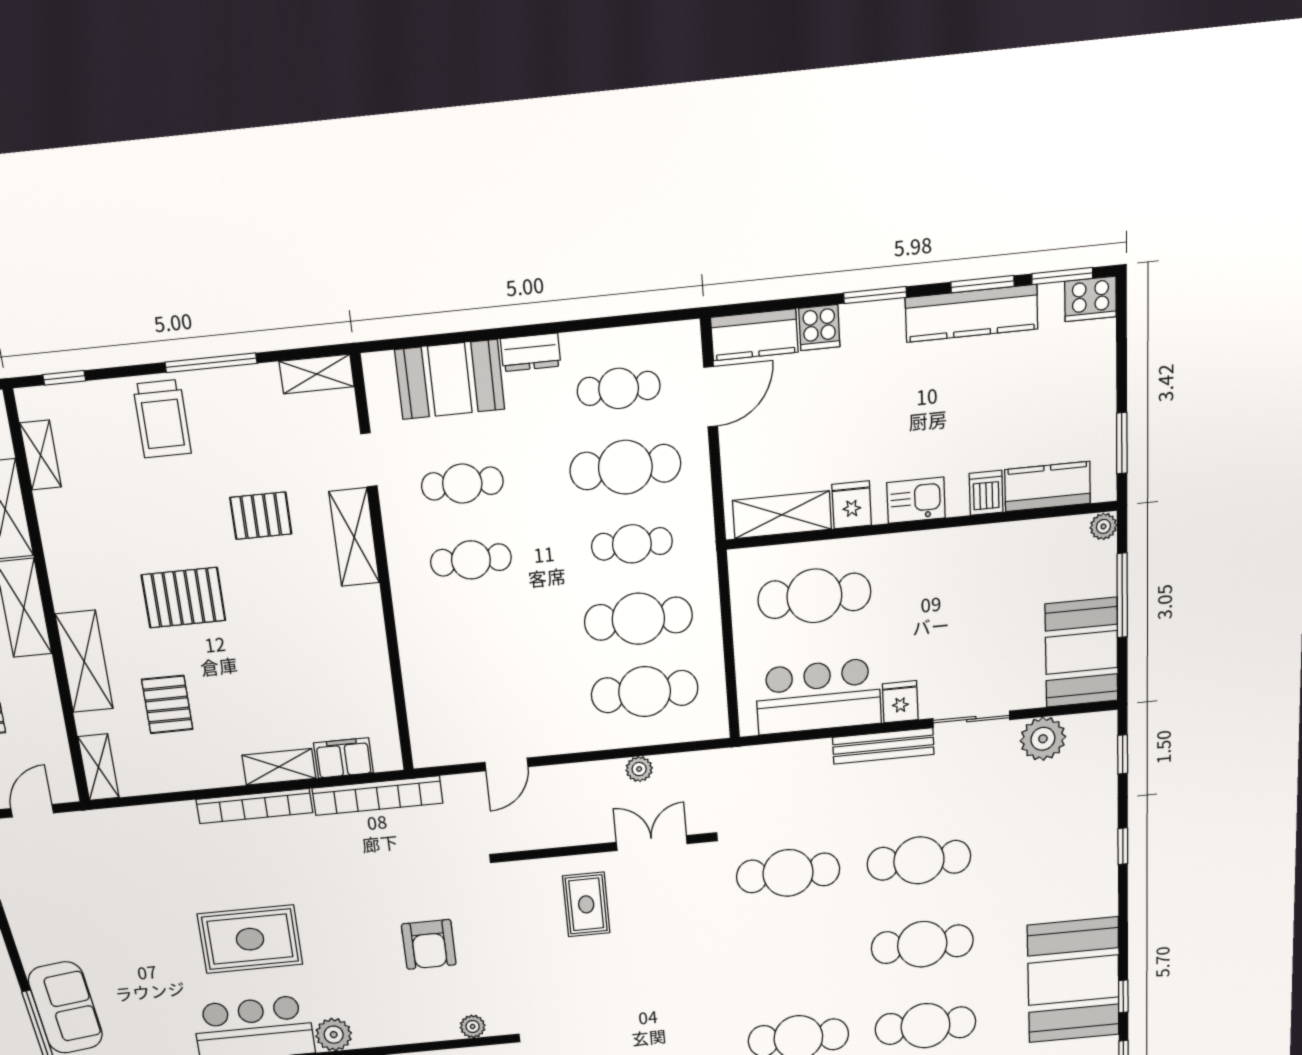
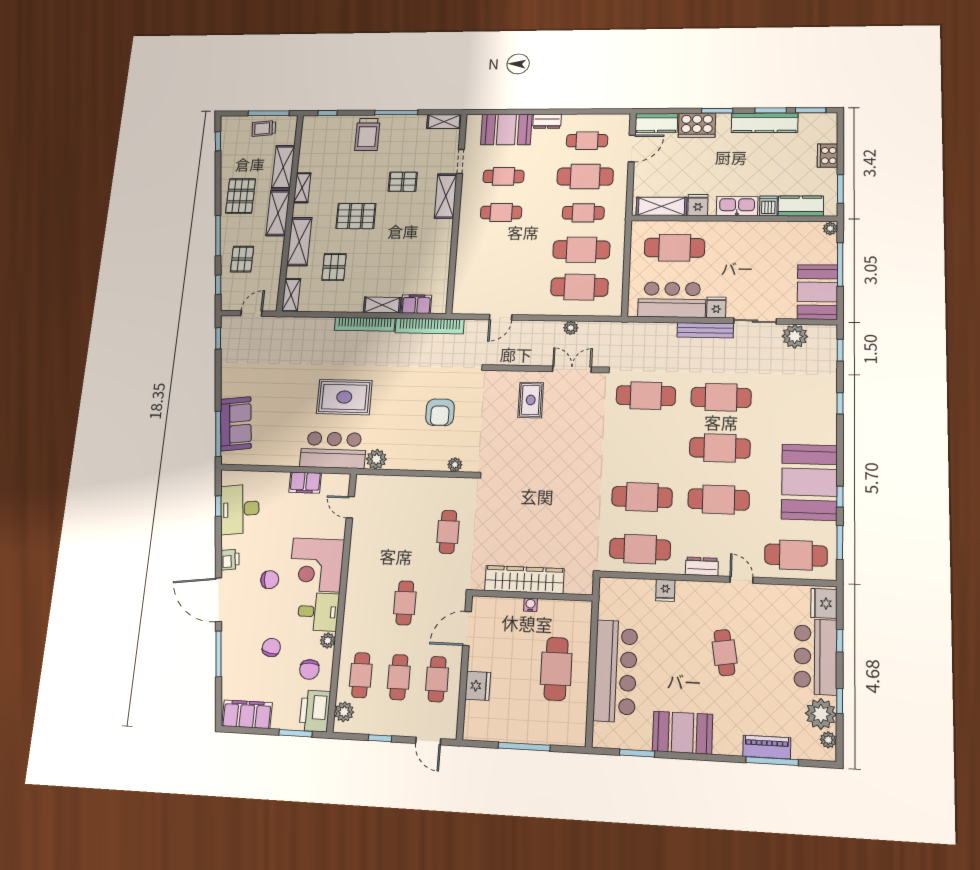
cooker: (1091, 299) -> (828, 156), moved, turned 90
cooker: (819, 328) -> (697, 125), width x1.87, depth x1.31
shelving: (41, 455) -> (302, 188), moved
kitchen sink: (916, 500) -> (737, 206), width x1.38

